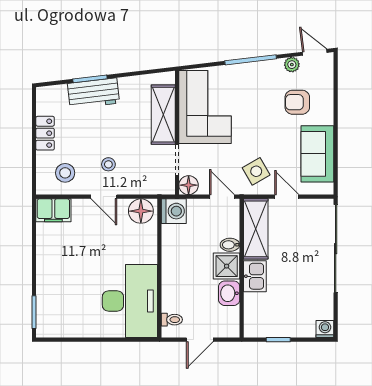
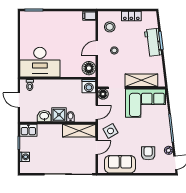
filing cabinet: (53, 210) -> (89, 16), width x0.50
kitchen sink: (255, 276) -> (28, 130), moved
washing machine: (325, 329) -> (25, 157), moved

